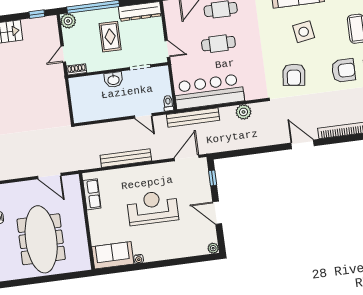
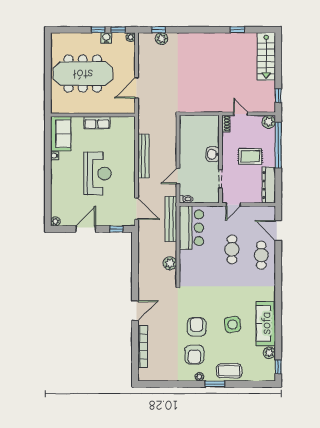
armchair: (294, 75) -> (197, 327), moved, turned 83
bar counter: (209, 92) -> (191, 228), width x0.73
row of seats: (92, 194) -> (97, 123), moved

